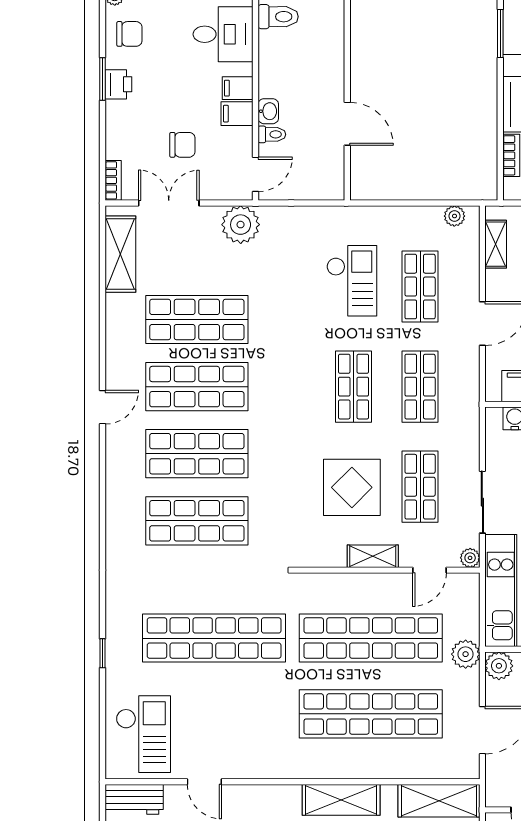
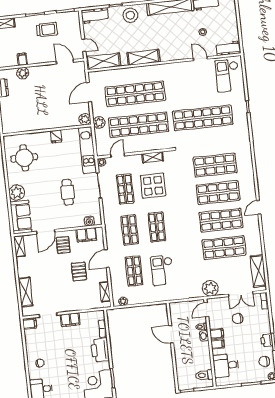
shelving: (373, 556) -> (153, 157), moved

